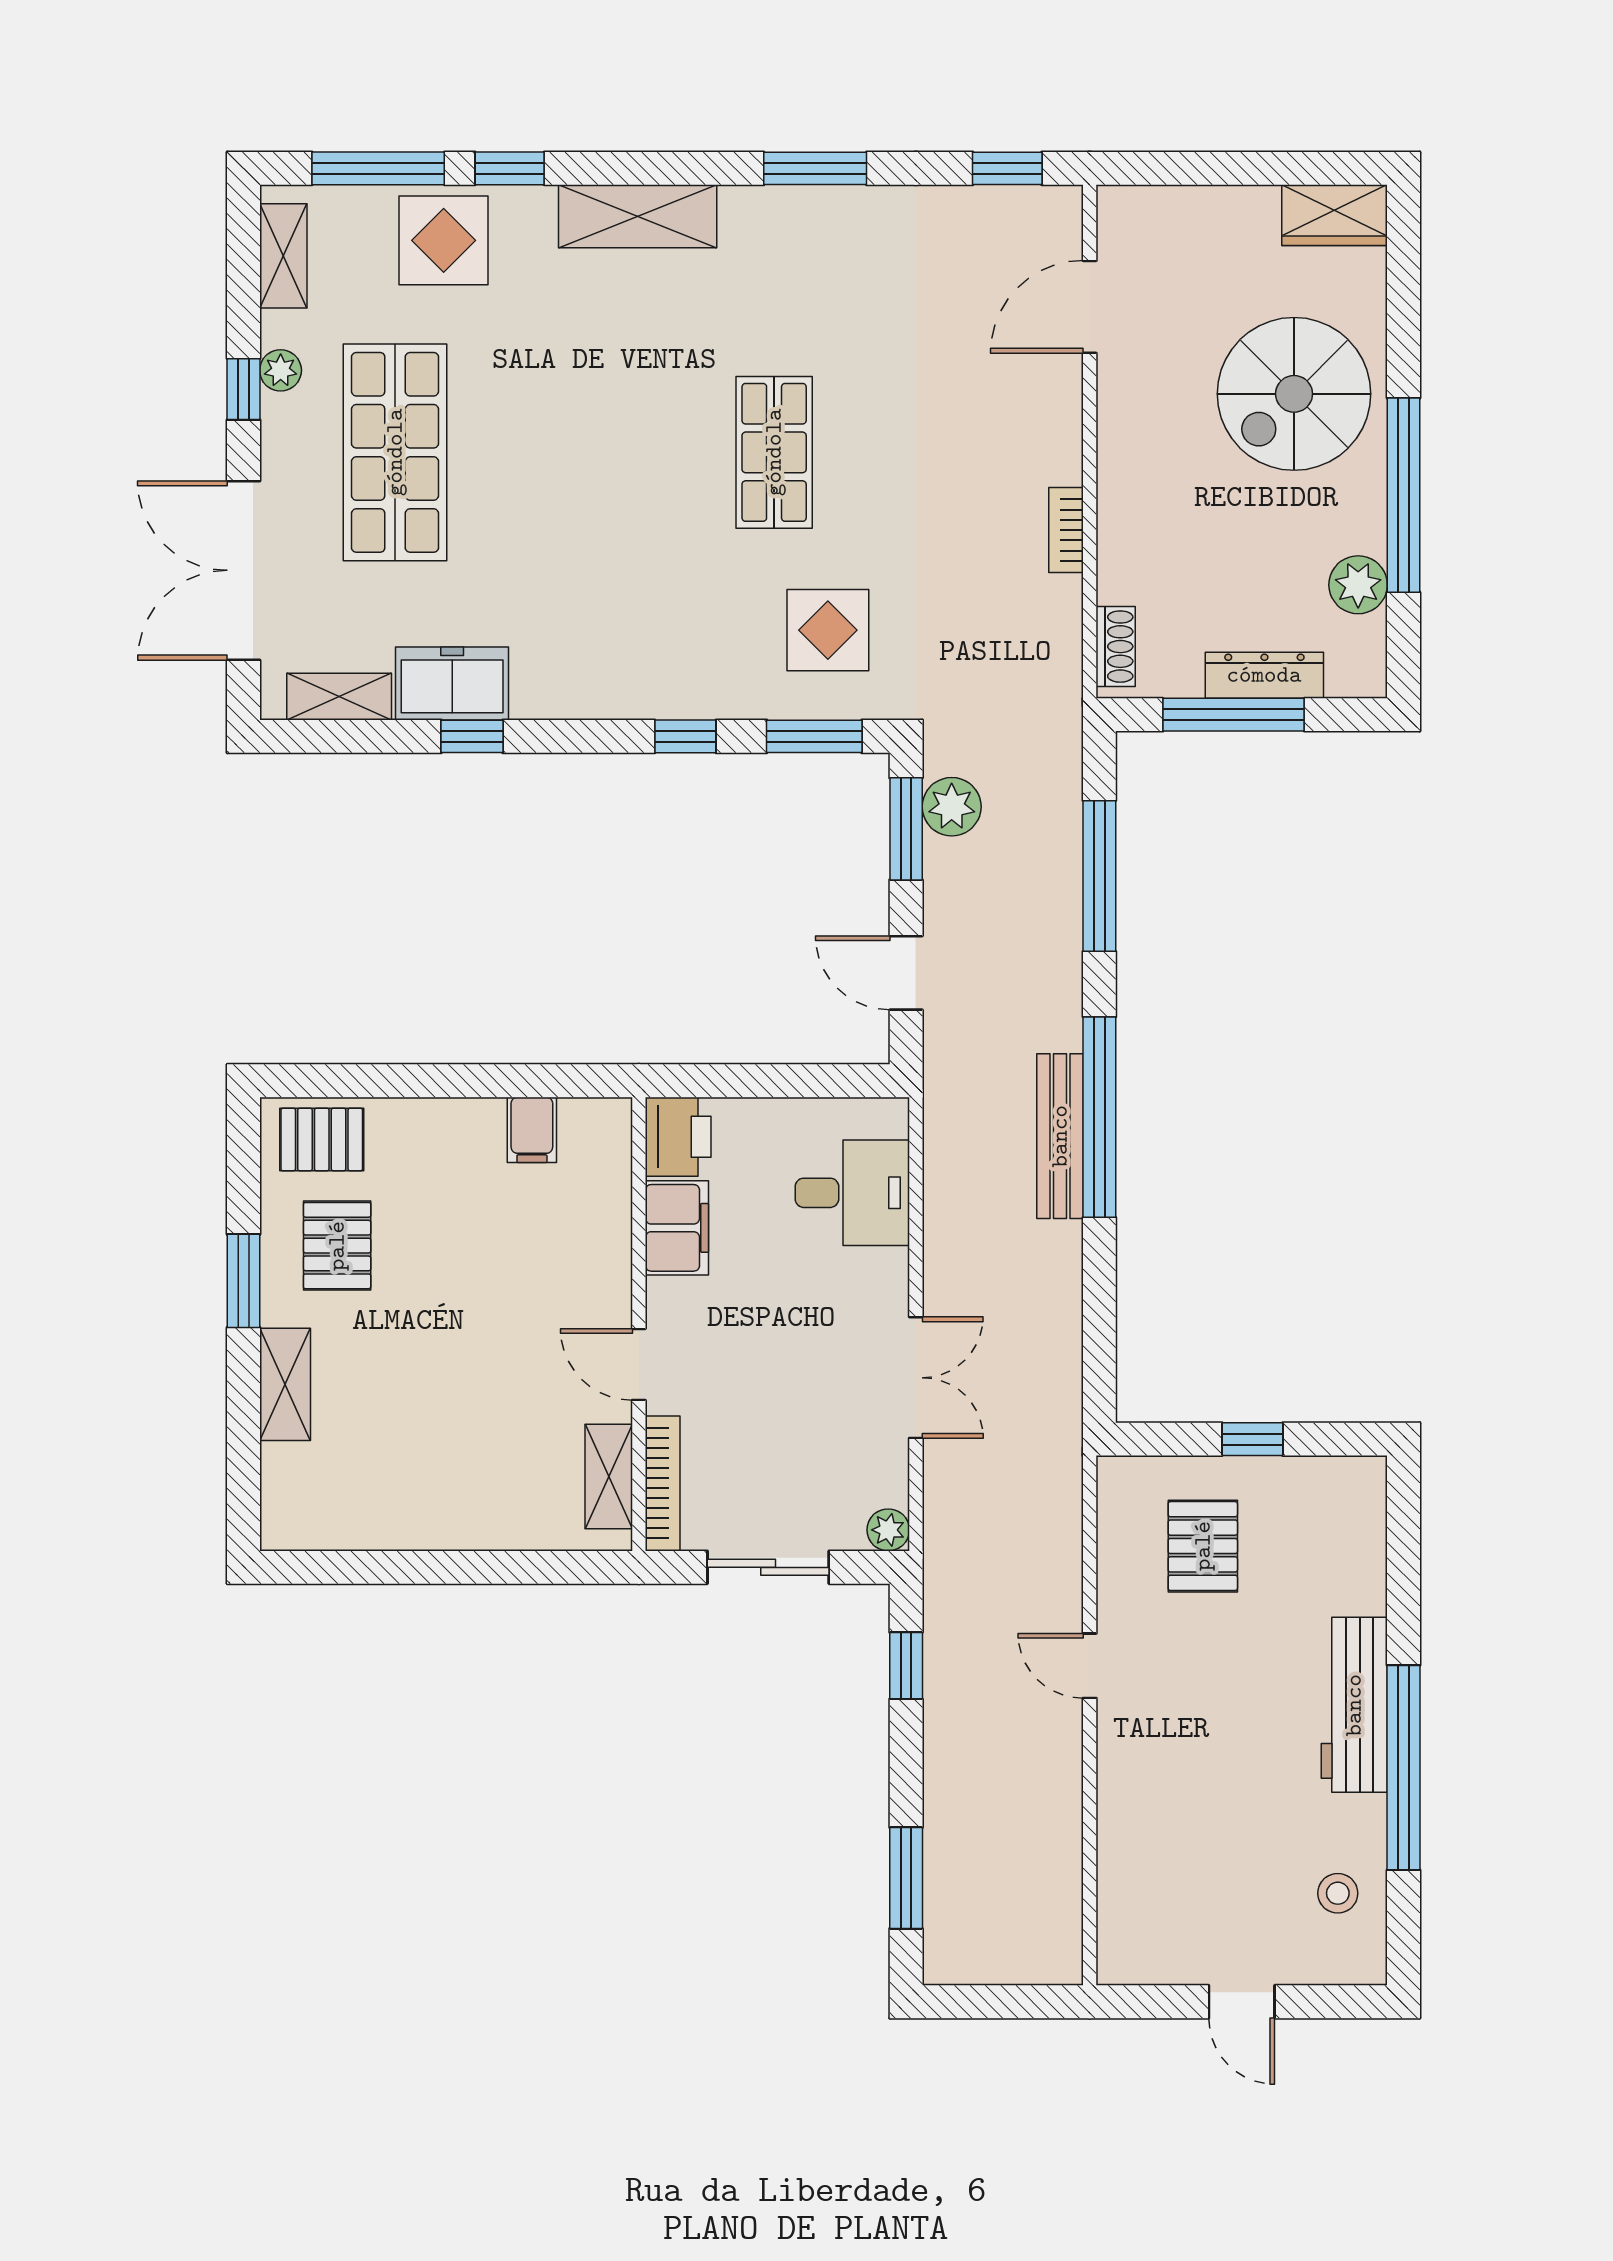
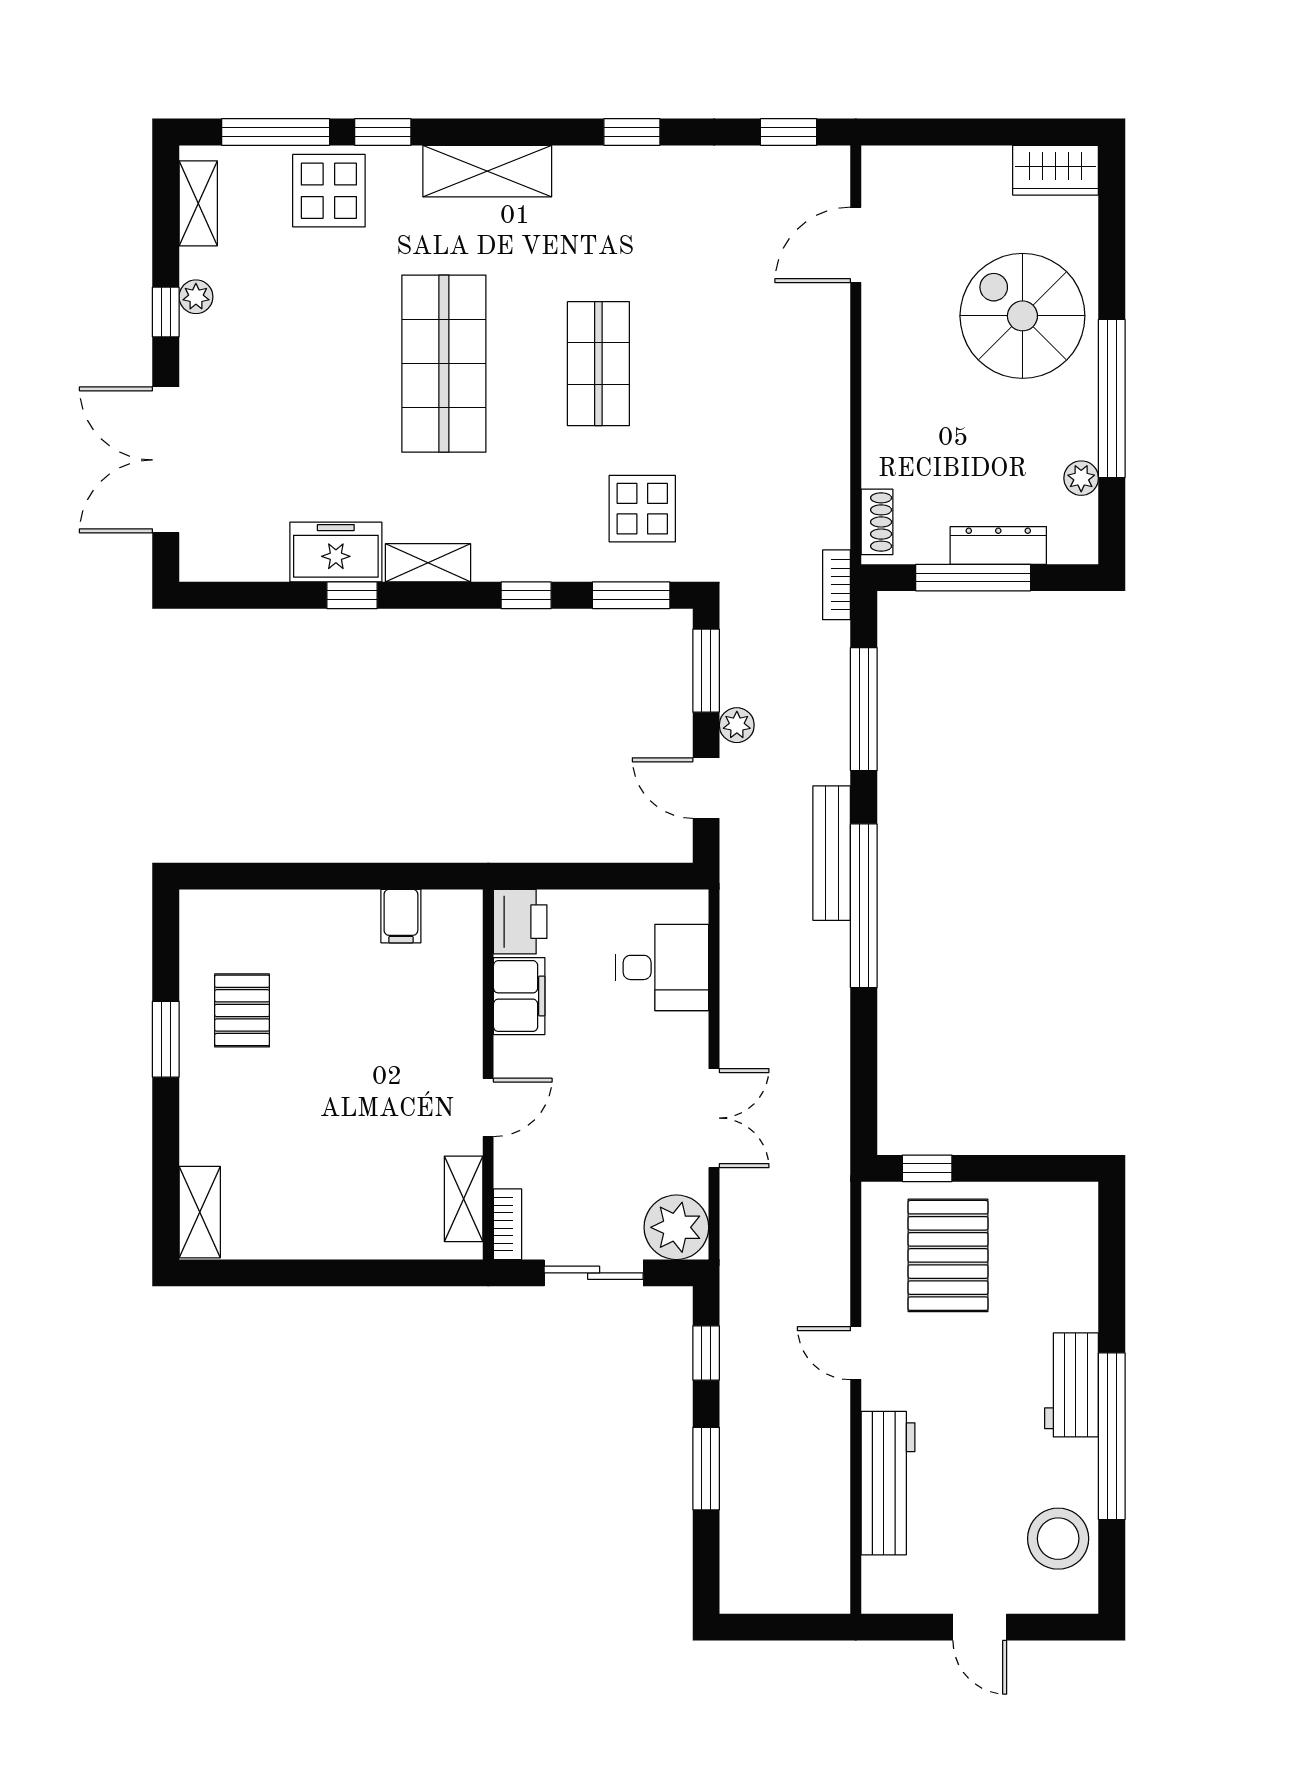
window: (815, 168) -> (632, 132), width x0.67
spiral stairs: (1294, 394) -> (1022, 316), turned 90
shop shelf: (395, 452) -> (444, 364), moved
bookcase: (1066, 530) -> (836, 585), moved
plant: (1358, 585) -> (1081, 478), width x0.73, depth x0.73
shelving: (339, 697) -> (428, 563), moved
plant: (952, 807) -> (737, 725), moved, width x0.73, depth x0.73
bench: (1060, 1136) -> (832, 853), moved
pallet: (322, 1139) -> (230, 924), removed
door: (639, 1364) -> (488, 1107), swing flipped
shelving: (285, 1384) -> (200, 1212), moved
window: (1252, 1439) -> (927, 1168), moved
bookcase: (663, 1483) -> (508, 1224), width x0.64
plant: (888, 1530) -> (676, 1227), width x1.88, depth x1.88
pallet: (1203, 1546) -> (948, 1255), width x1.50, depth x1.42
workbench: (1354, 1705) -> (1072, 1385), width x0.73
workbench: (1129, 1825) -> (888, 1483), added
window: (906, 1878) -> (706, 1469), moved
stool: (1338, 1893) -> (1058, 1539), width x1.89, depth x1.89

